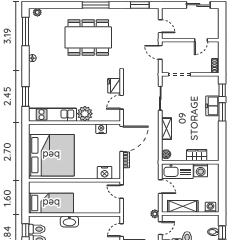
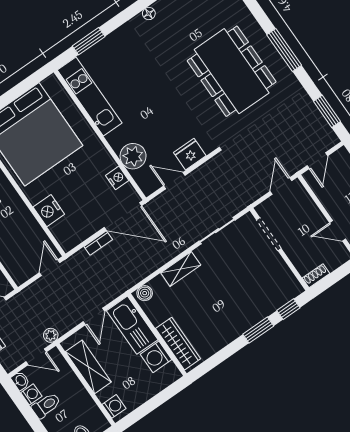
freezer: (212, 106) -> (257, 311), removed
plant: (85, 114) -> (133, 156), moved
wardrobe: (197, 155) -> (178, 344), width x1.50
nightstand: (105, 173) -> (49, 211), moved

